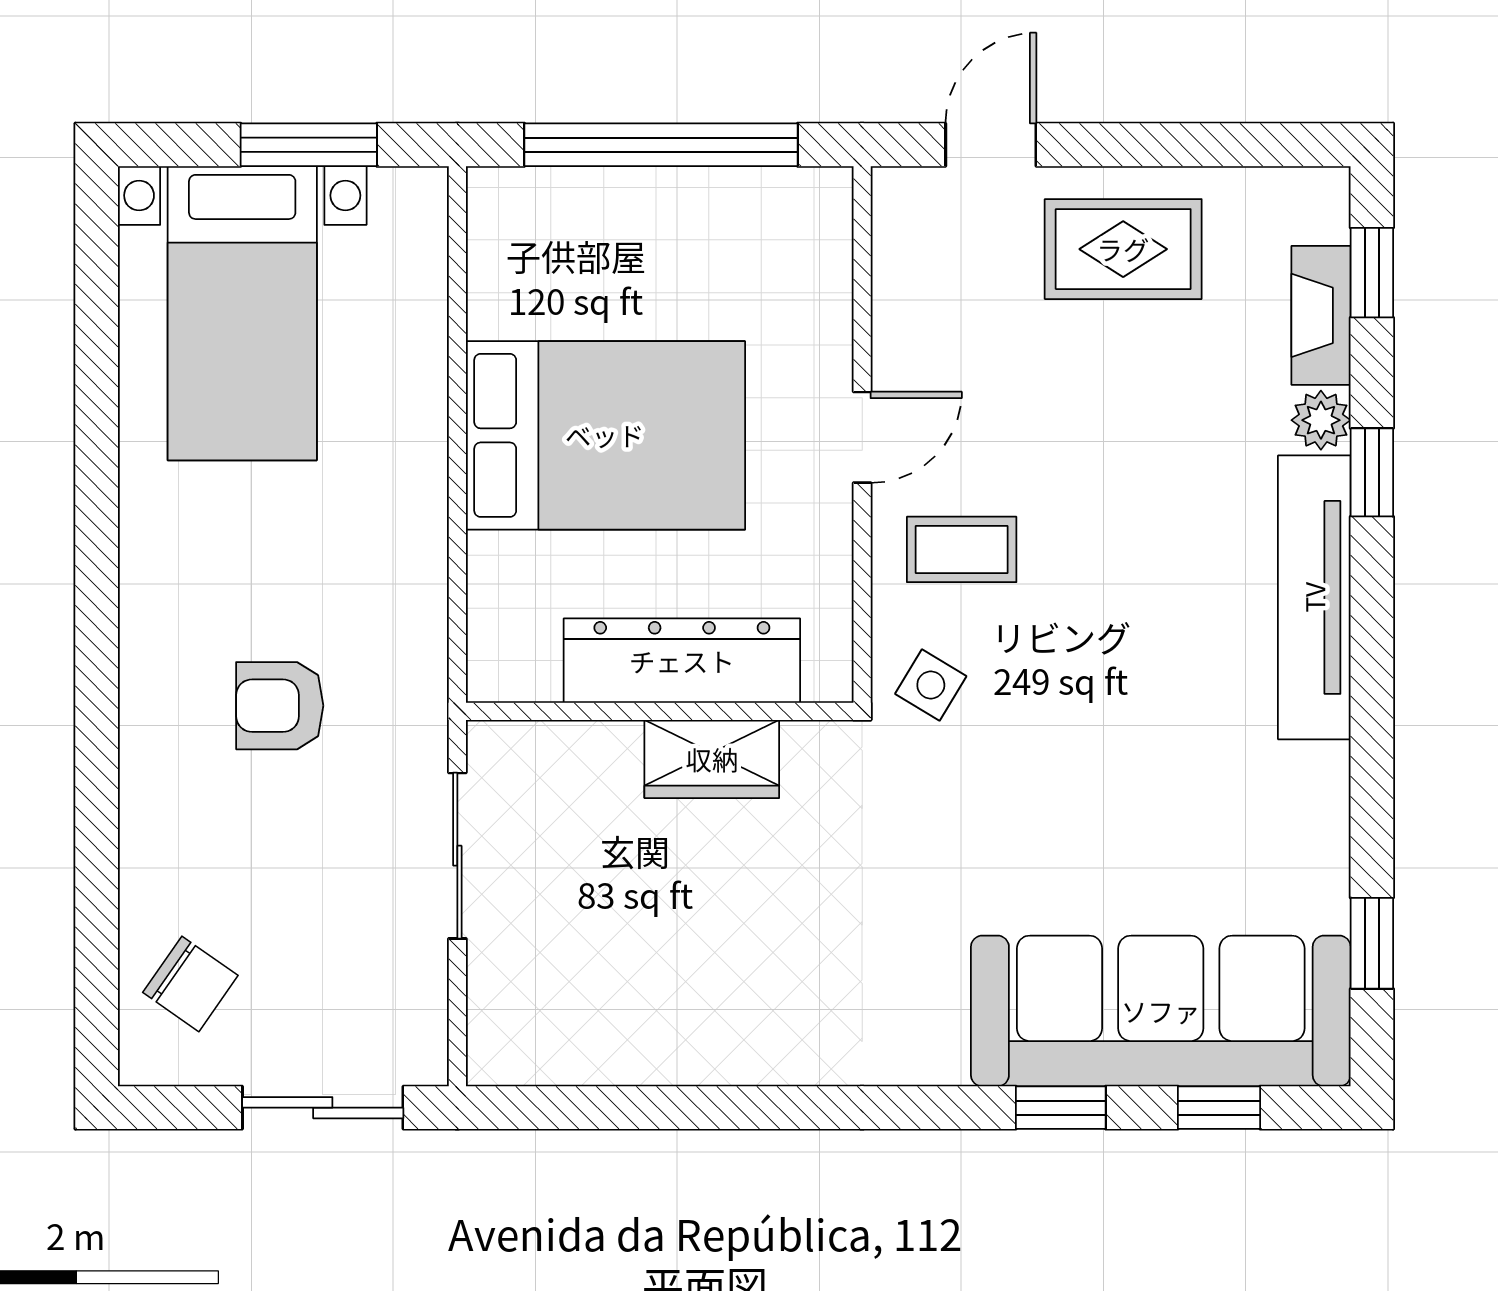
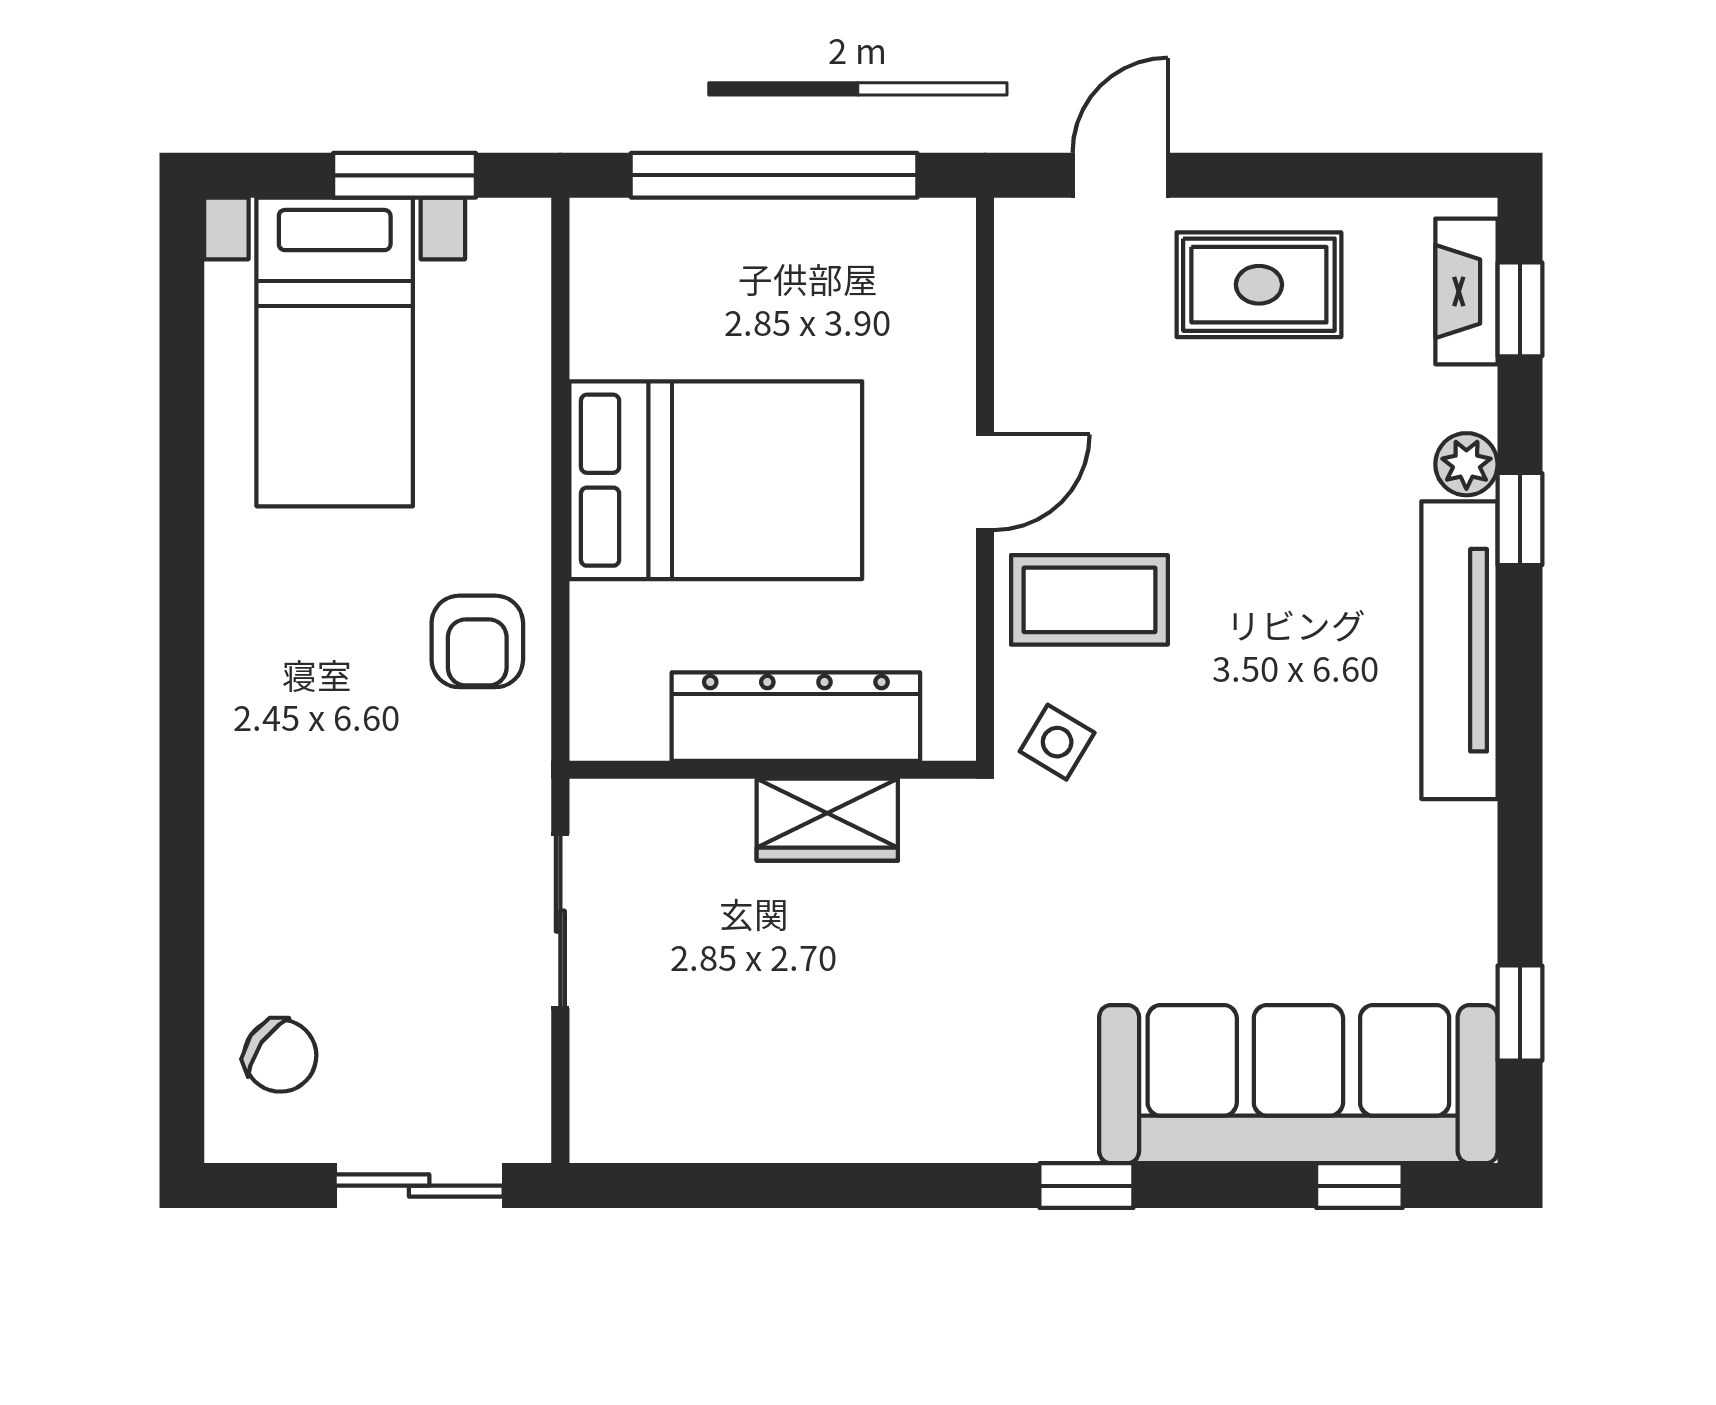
fireplace: (1321, 315) -> (1466, 291), moved
coffee table: (962, 549) -> (1089, 600), width x1.36, depth x1.30
armchair: (280, 706) -> (477, 641), moved, turned -90
window: (1061, 1108) -> (1086, 1186), moved

